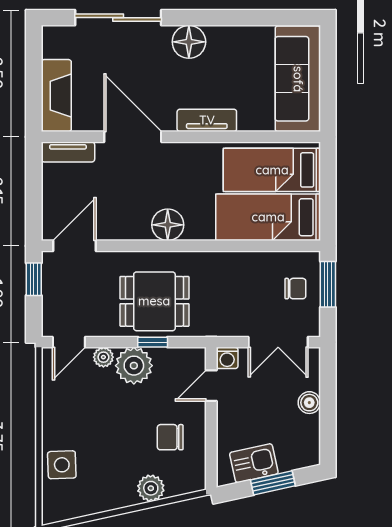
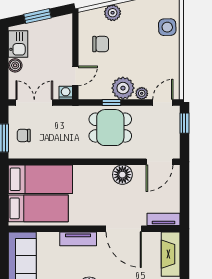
floor lamp: (168, 225) -> (122, 175), moved
window: (34, 279) -> (184, 123), moved
kitchen sink: (254, 463) -> (18, 44), moved, turned -78

